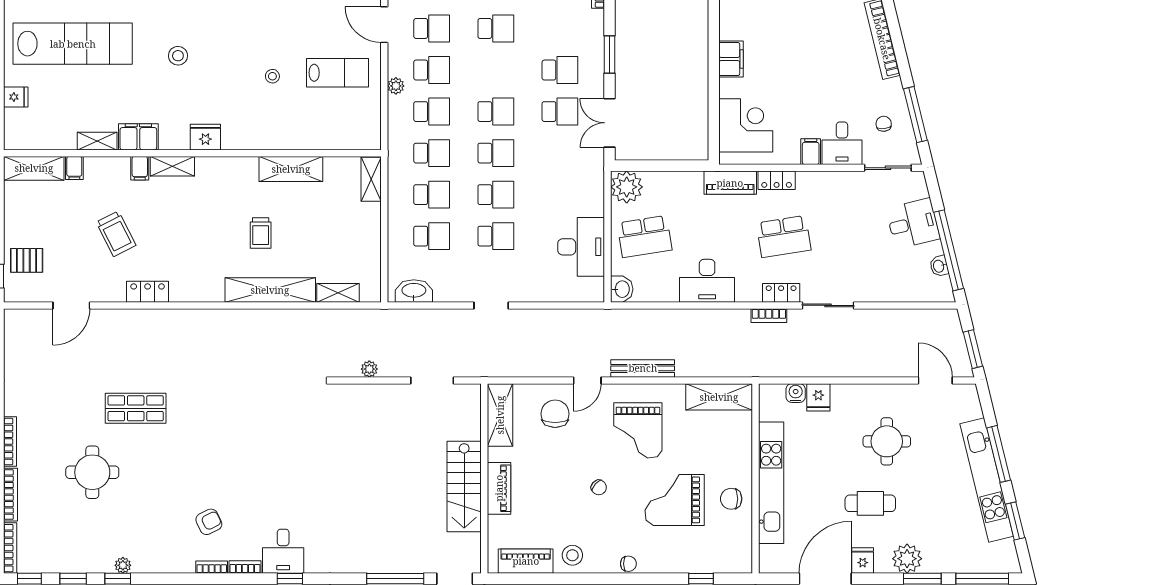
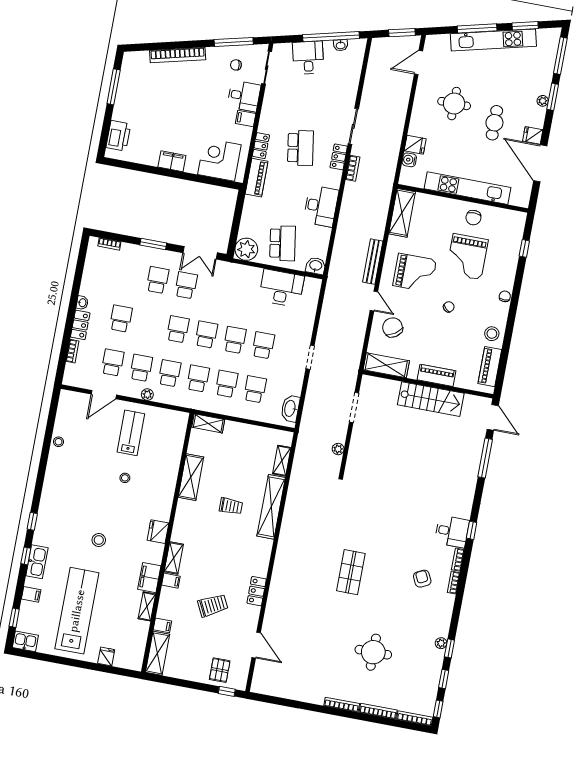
shop shelf: (136, 408) -> (351, 572), moved
chair: (555, 414) -> (393, 327), turned 56
plant: (907, 559) -> (543, 101), width x0.53, depth x0.53

